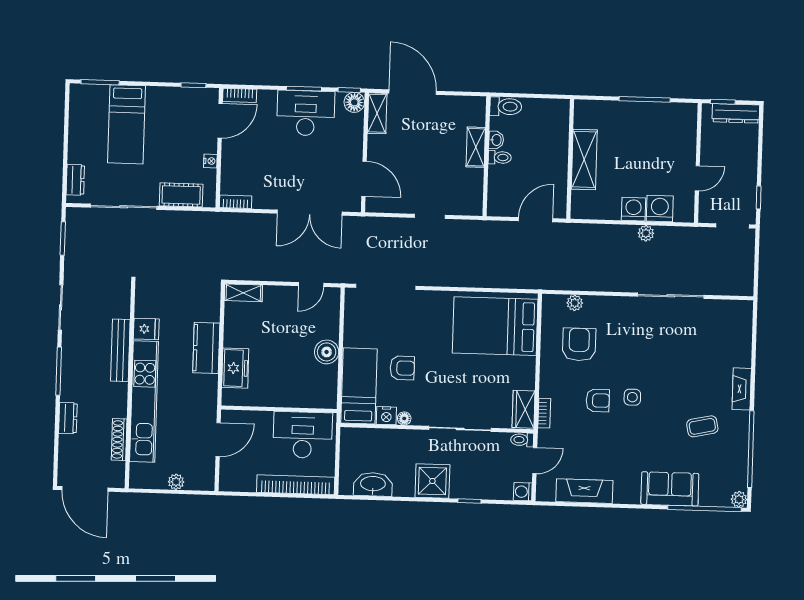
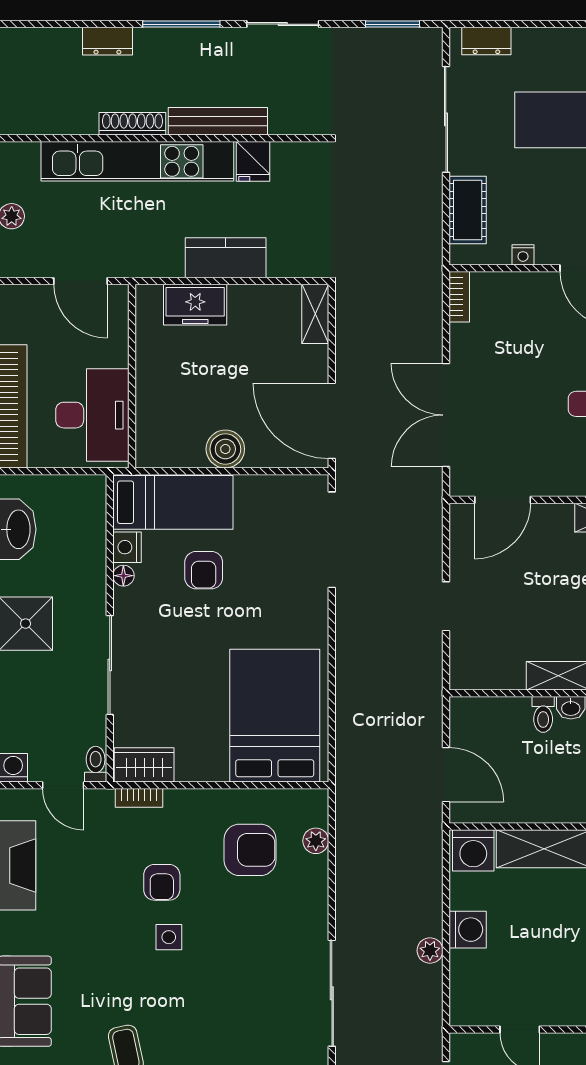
washing machine: (660, 209) -> (473, 850), moved, turned 90
door: (311, 284) -> (332, 421), width x1.87
shoe rack: (119, 440) -> (132, 124), moved

